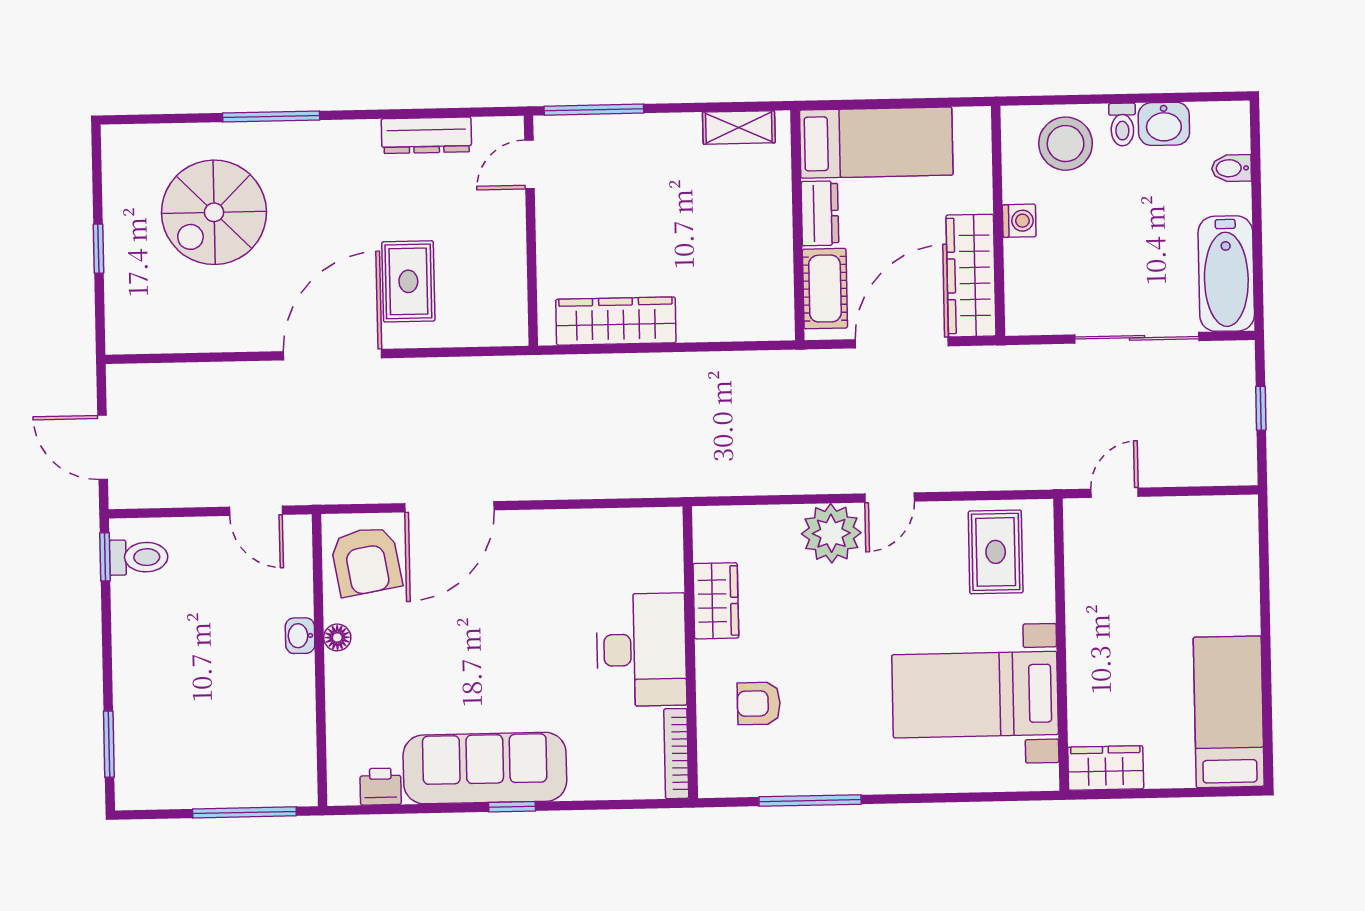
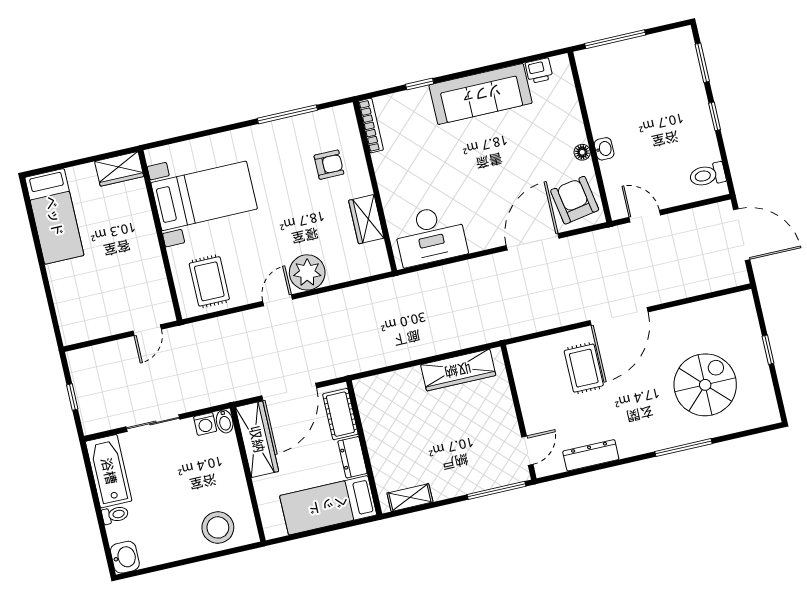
washbasin: (1164, 124) -> (125, 557), moved, turned 90
toilet: (1122, 125) -> (115, 515), moved, turned 90
bidet: (1231, 168) -> (225, 421), moved, turned 90
washing machine: (1019, 221) -> (205, 424), moved, turned -90
sliding door: (1137, 338) -> (153, 423), width x0.73
door: (103, 447) -> (742, 235), width x1.36
window: (105, 557) -> (715, 116), moved
desk: (641, 650) -> (430, 235), moved, turned -90
window: (512, 807) -> (420, 84), moved

